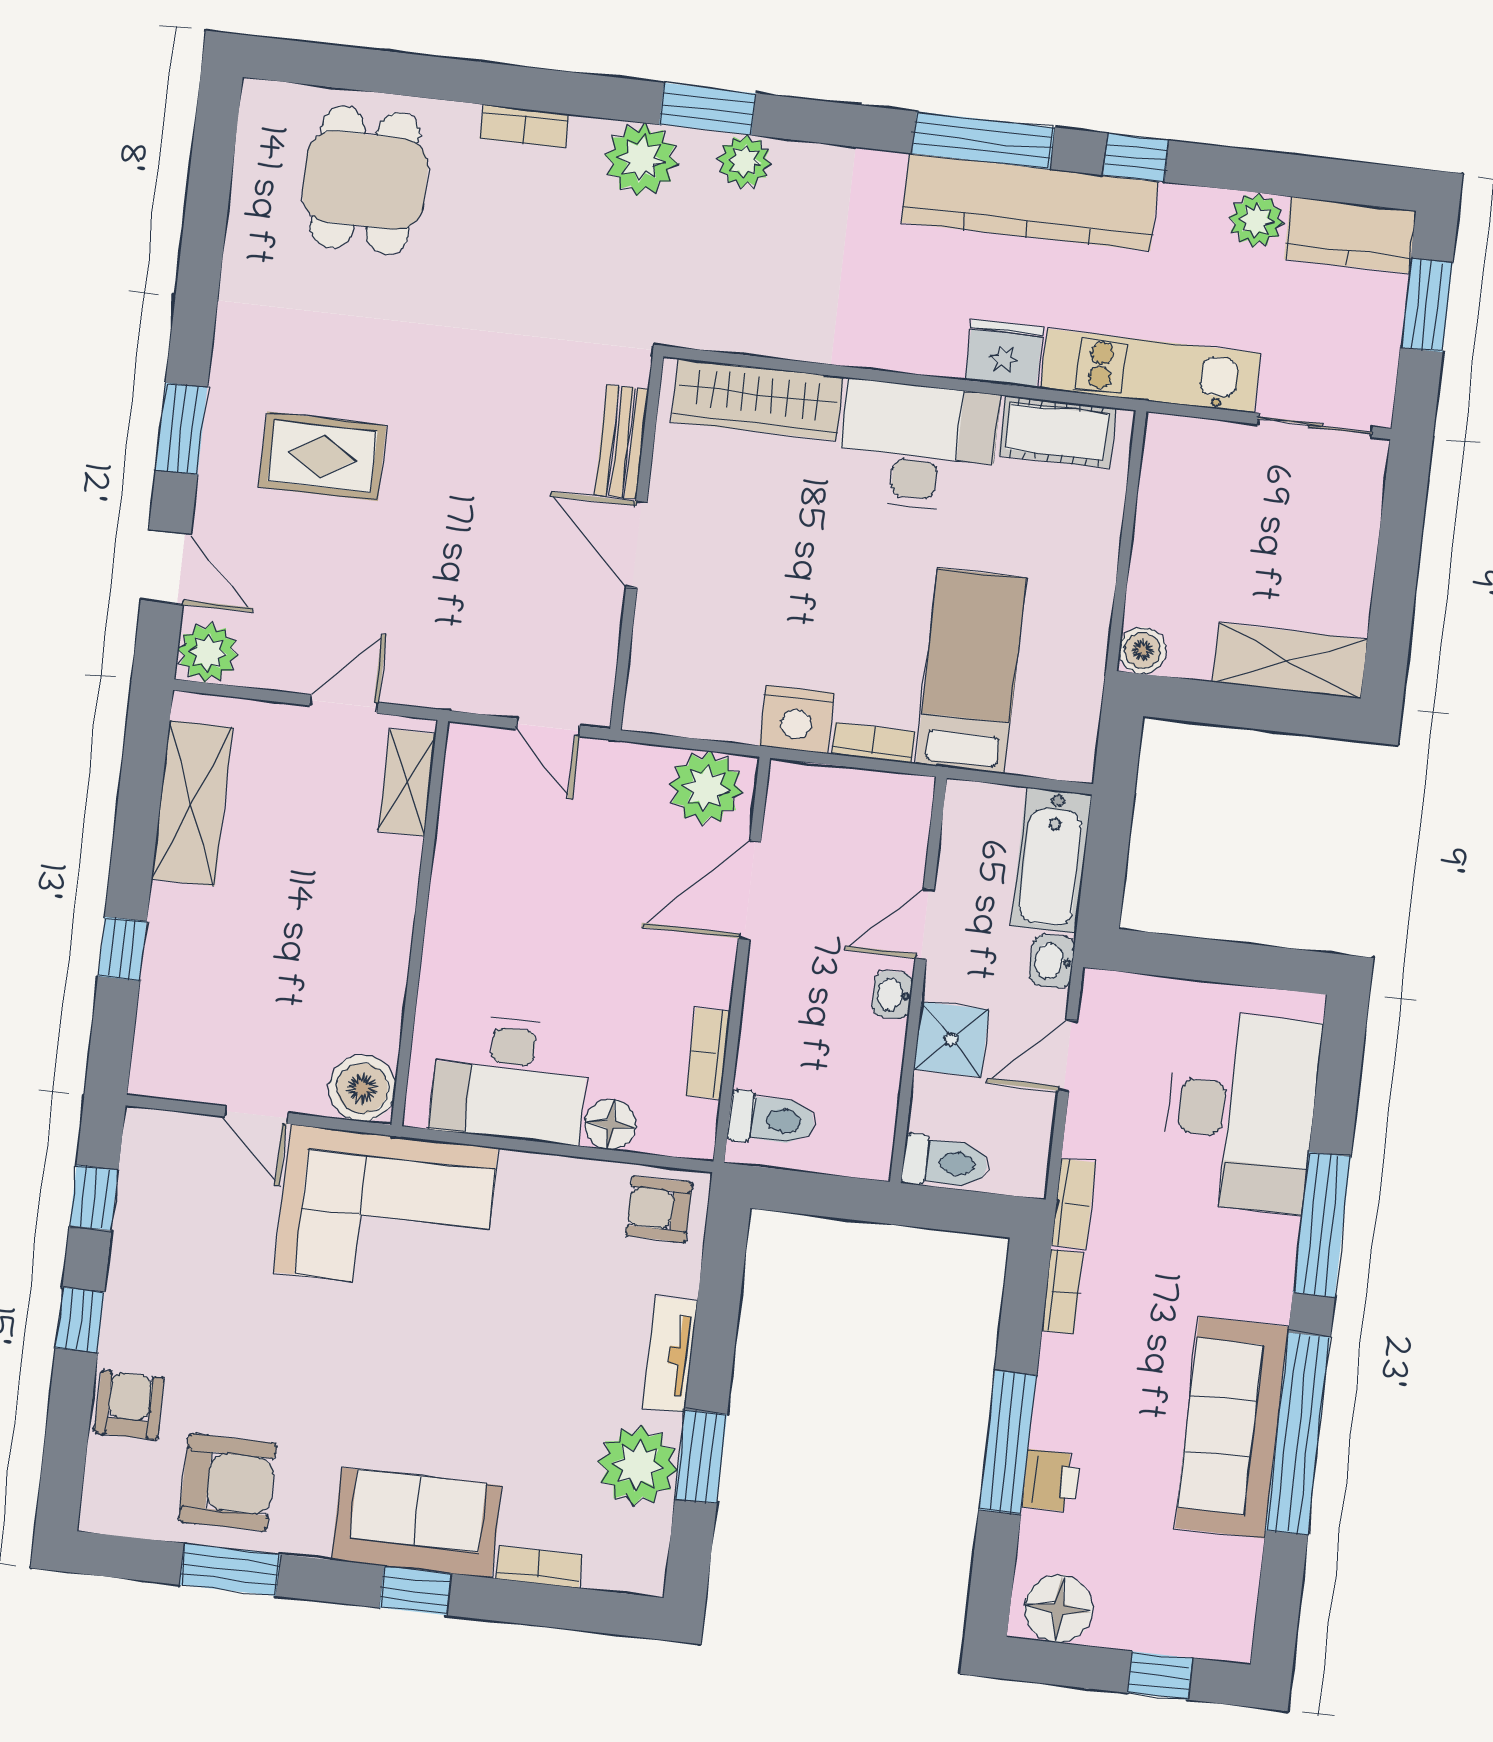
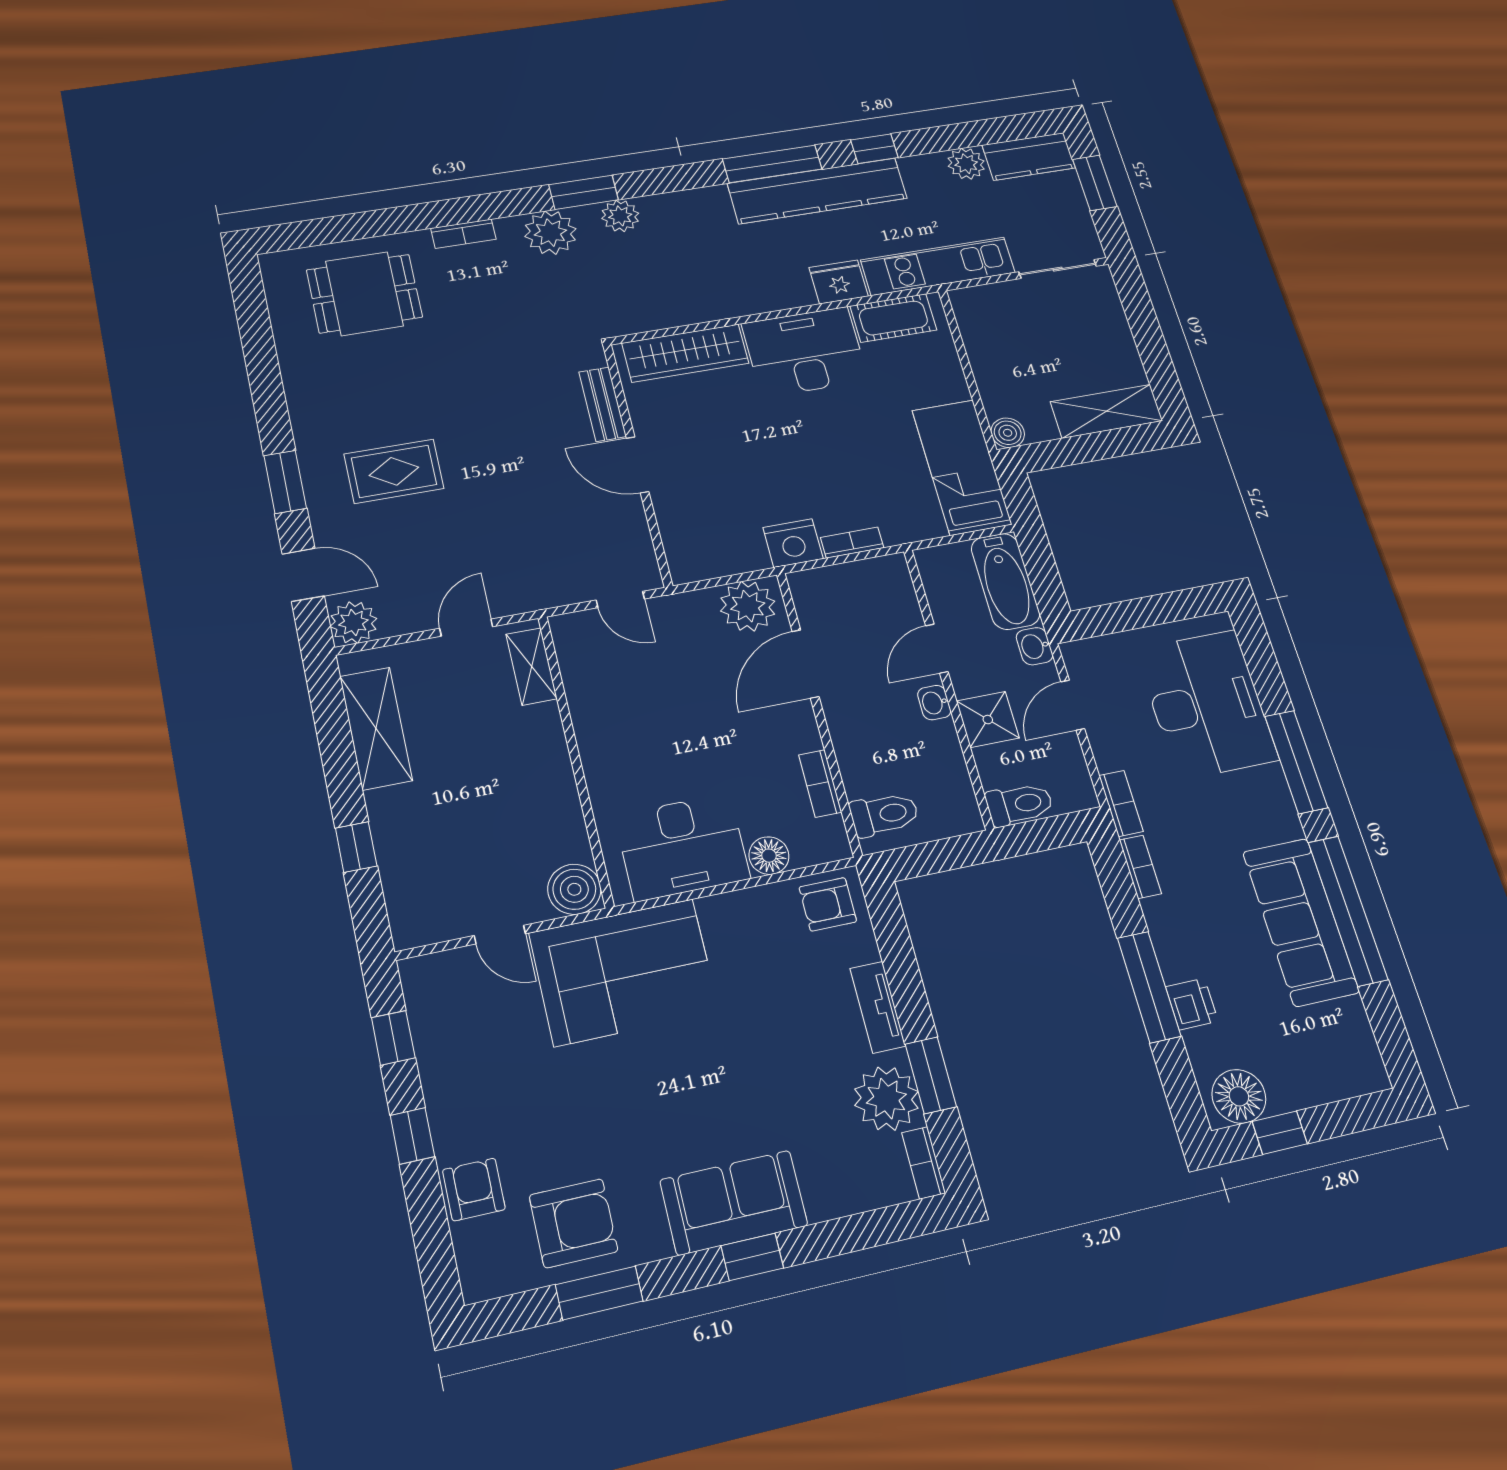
dining table: (365, 180) -> (364, 294), turned 90
bed: (971, 671) -> (962, 467), moved
bookcase: (539, 1567) -> (924, 1163), moved, turned -90
window: (1160, 1676) -> (1280, 1133), moved

